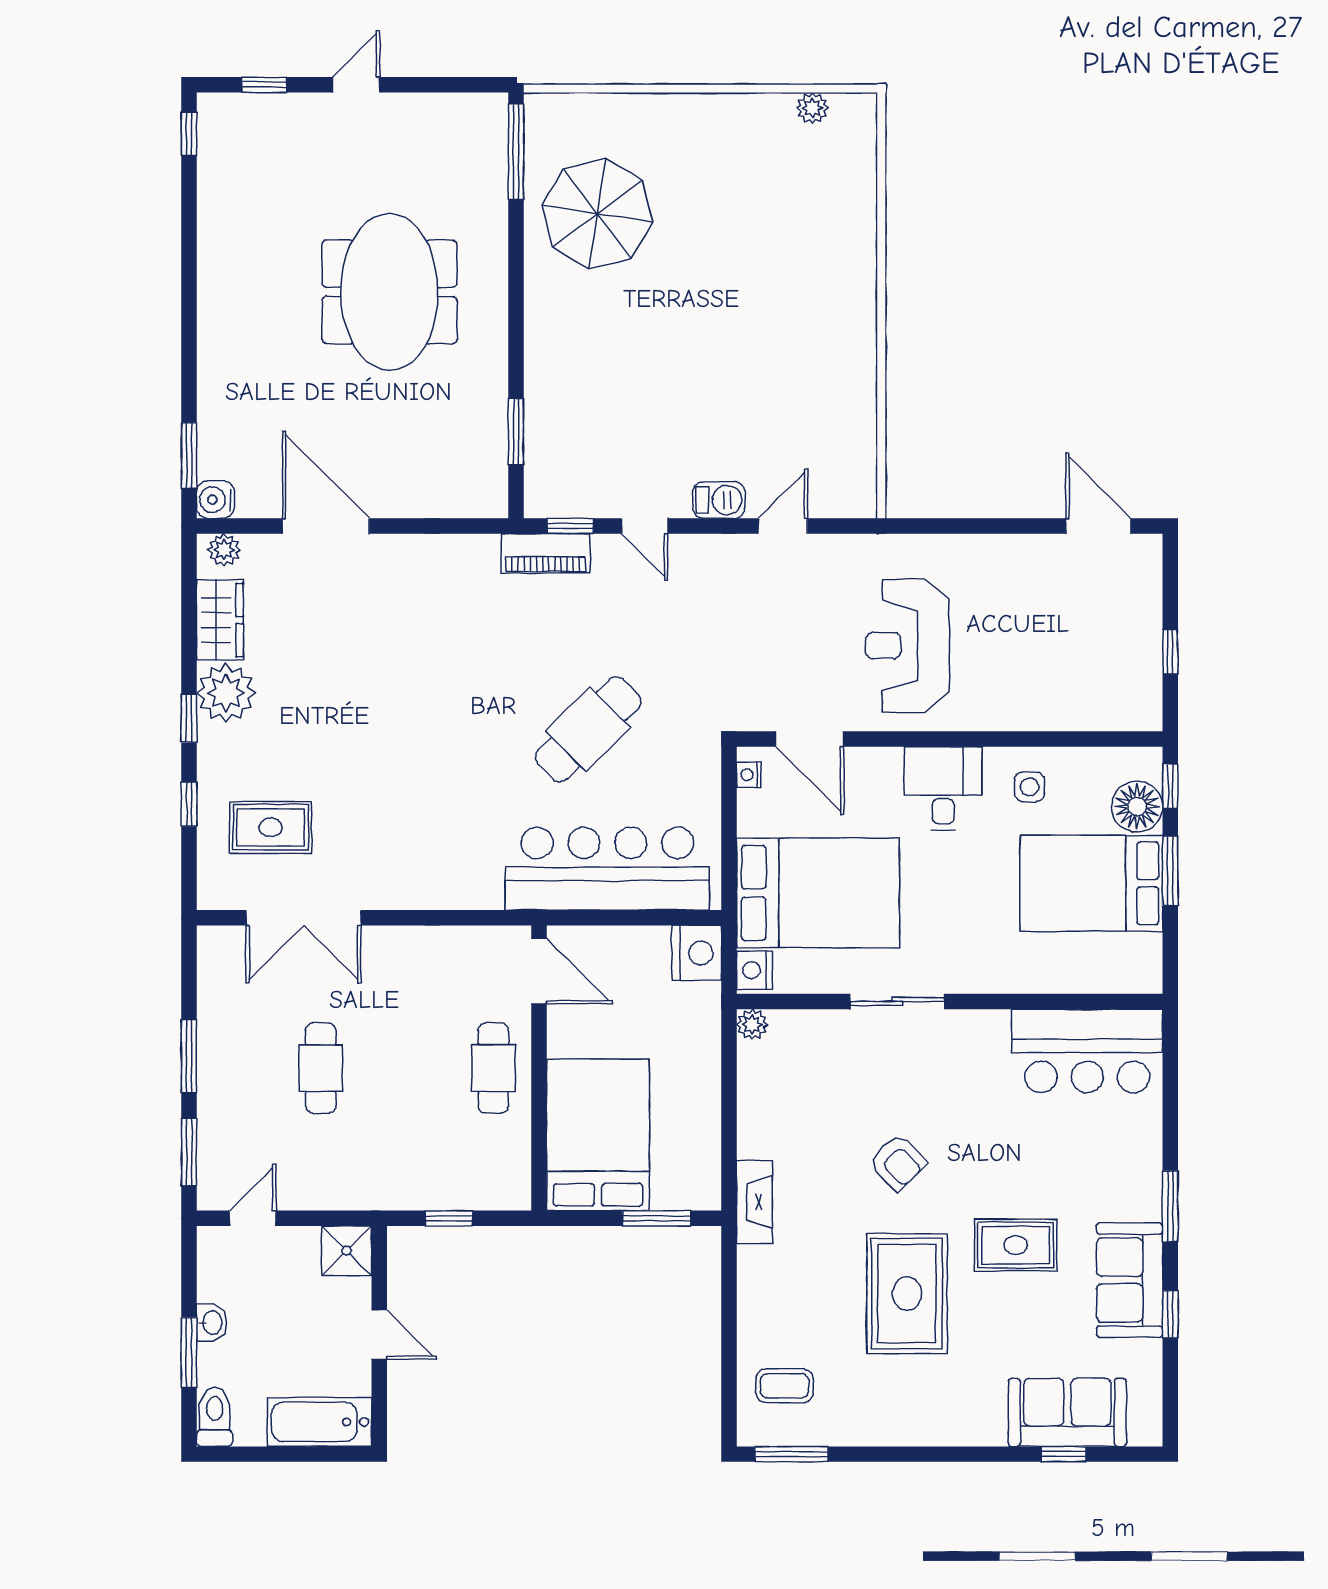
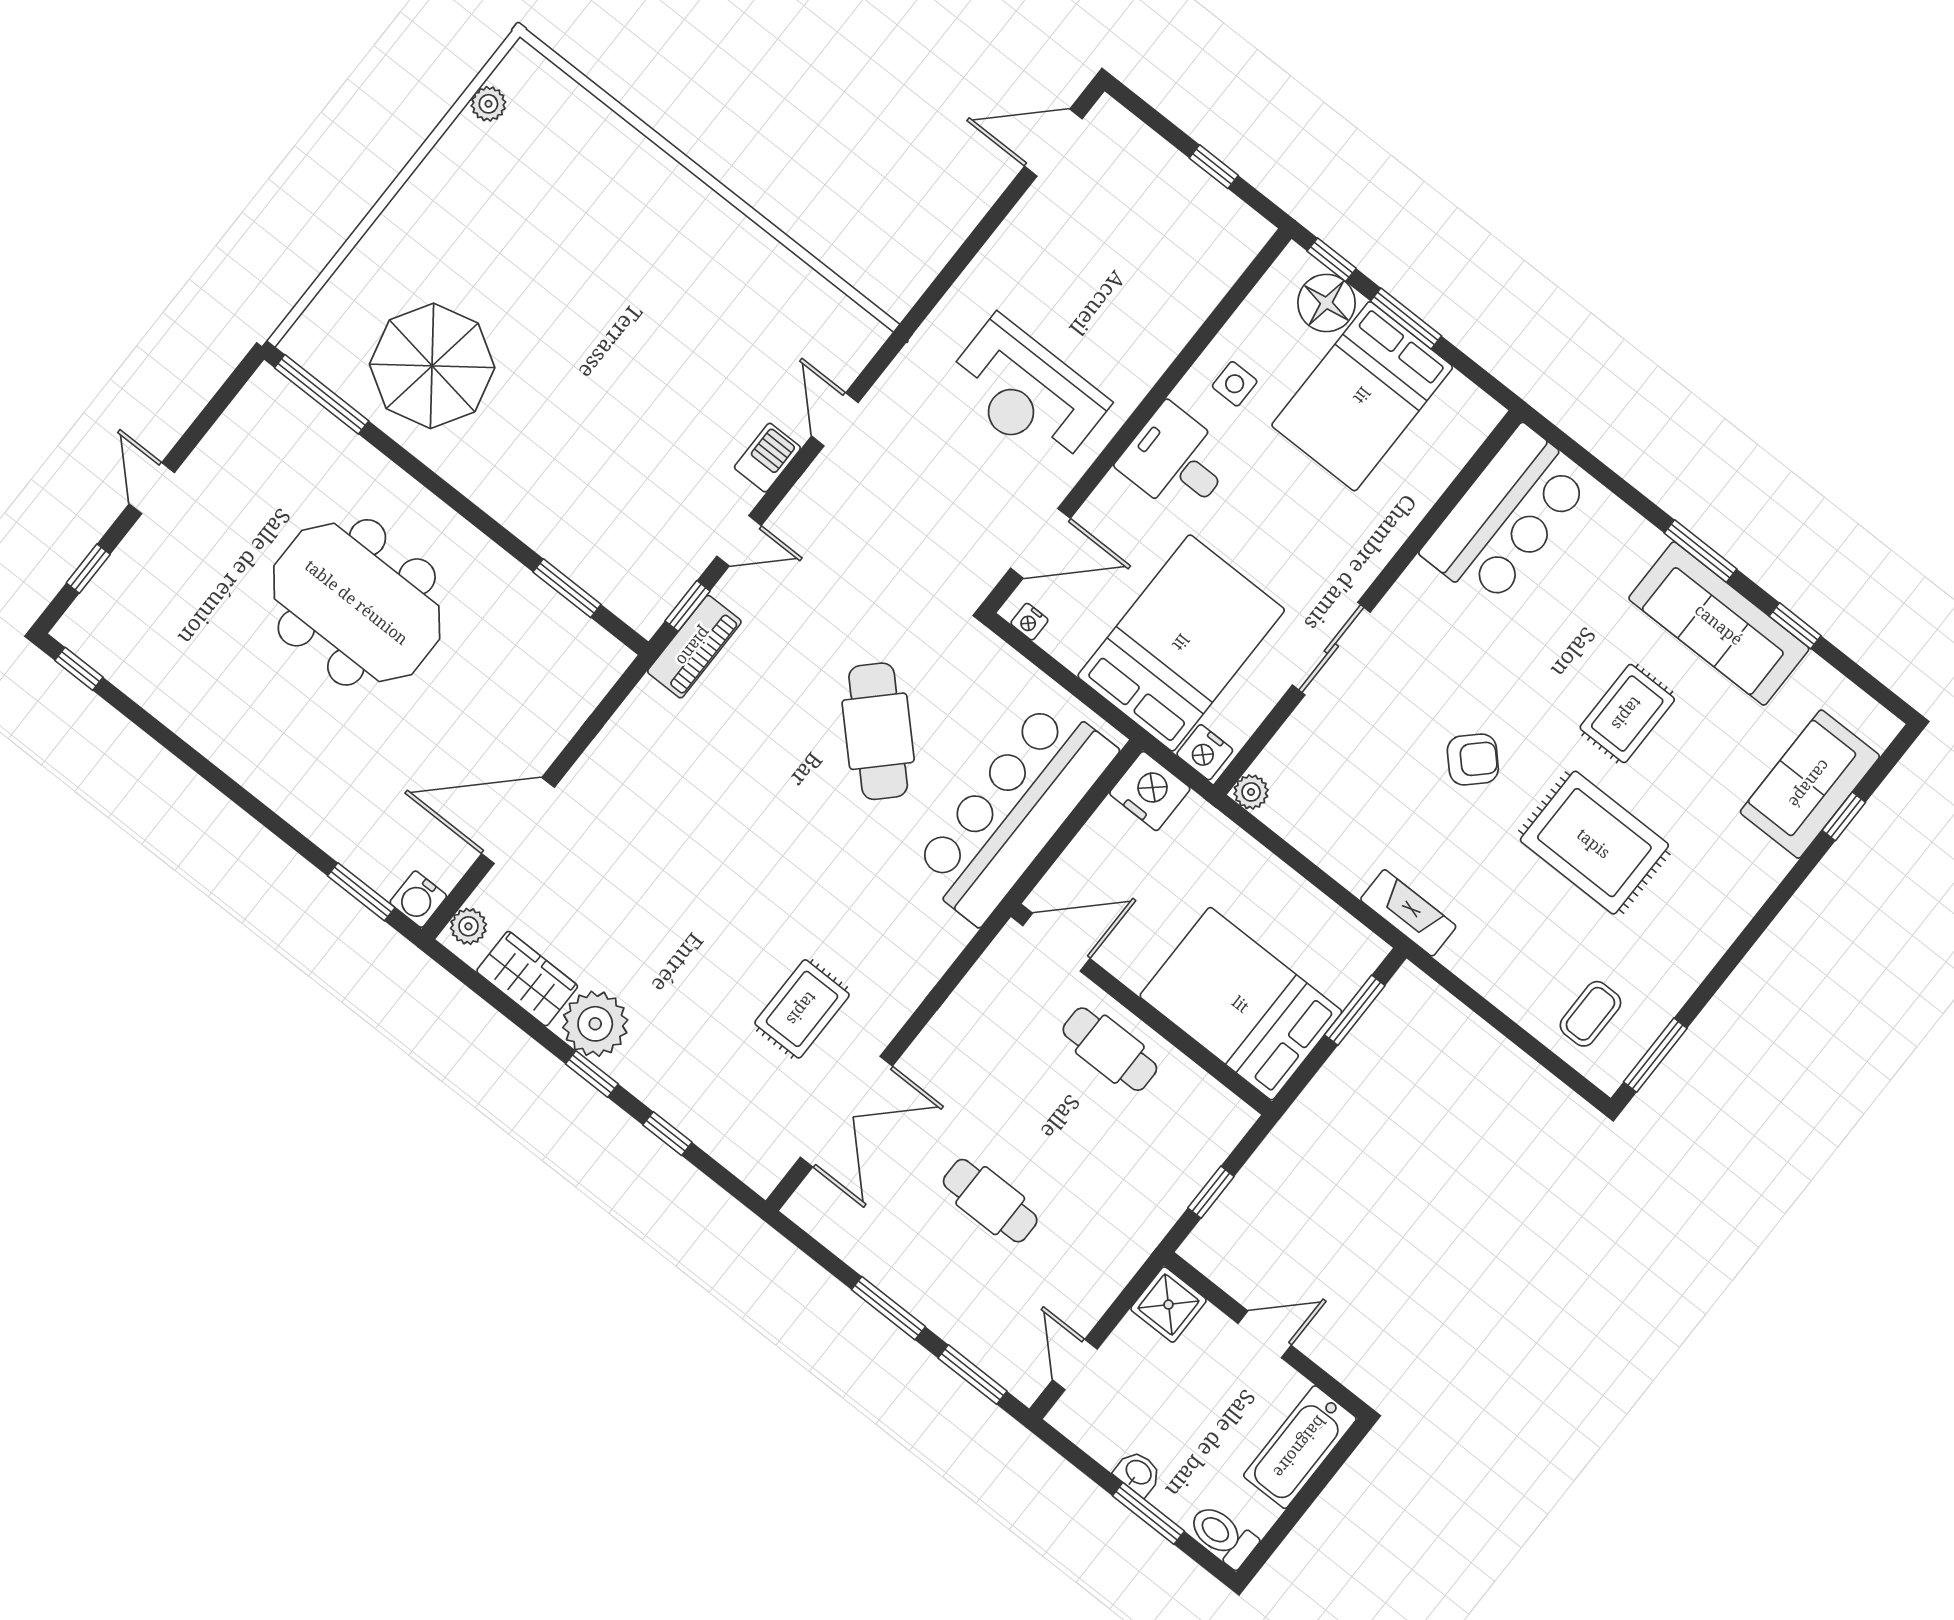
rug: (271, 827) -> (802, 1009), moved
sofa: (1130, 1280) -> (1719, 624), width x1.36

